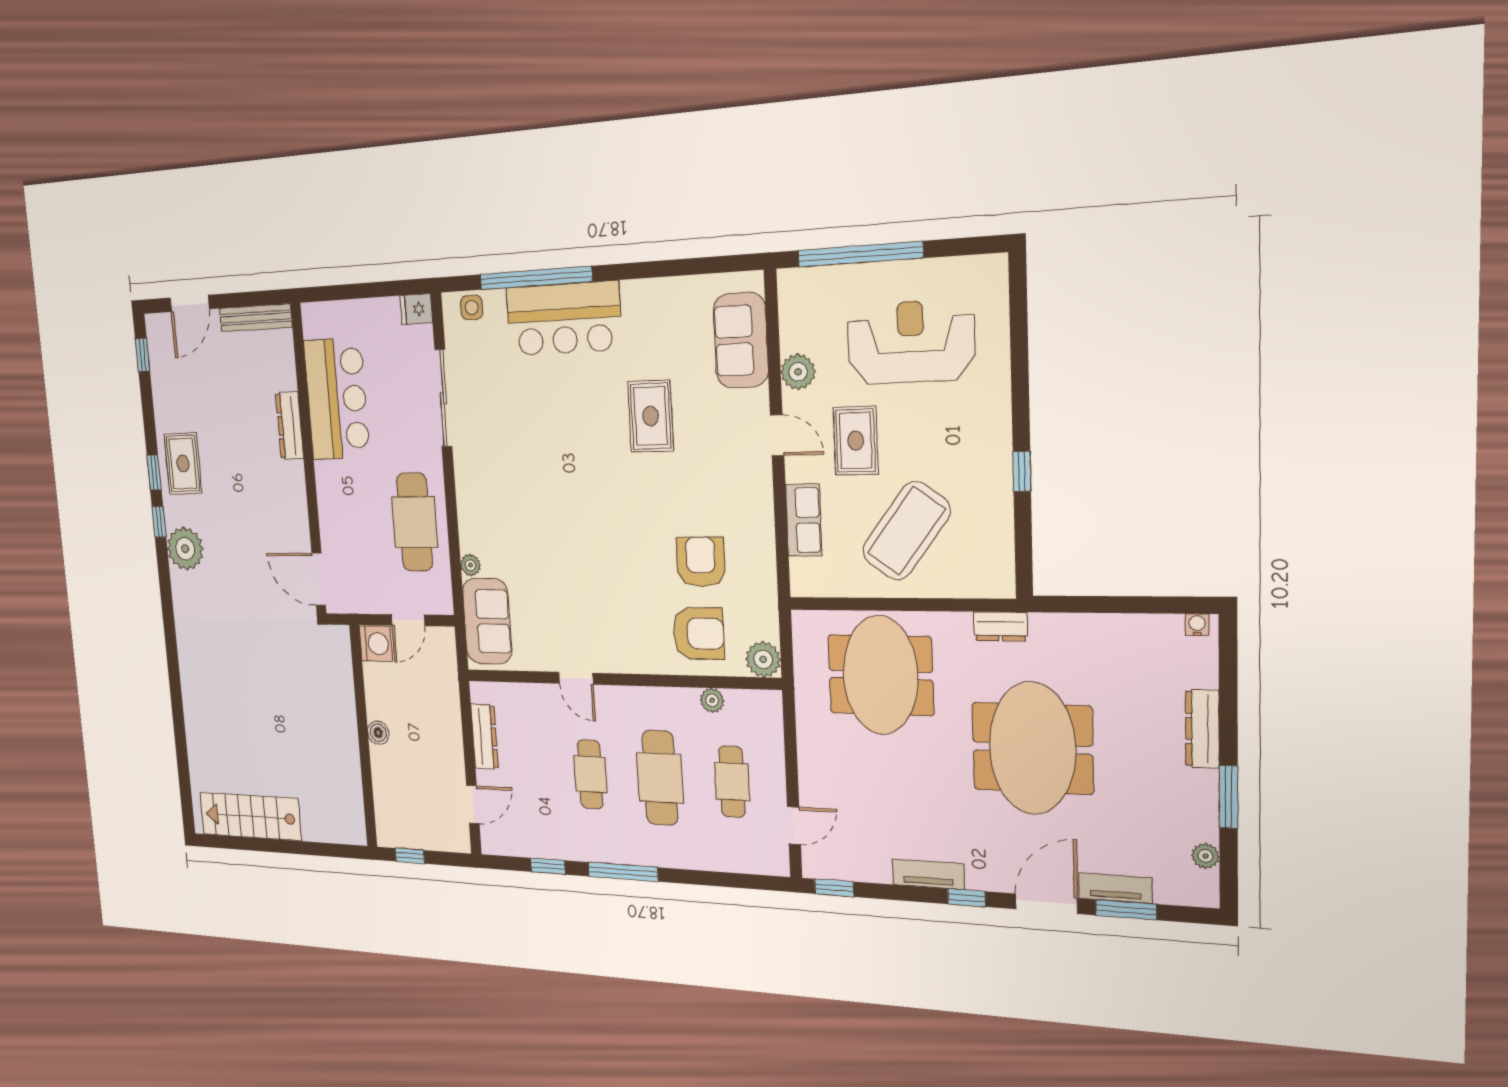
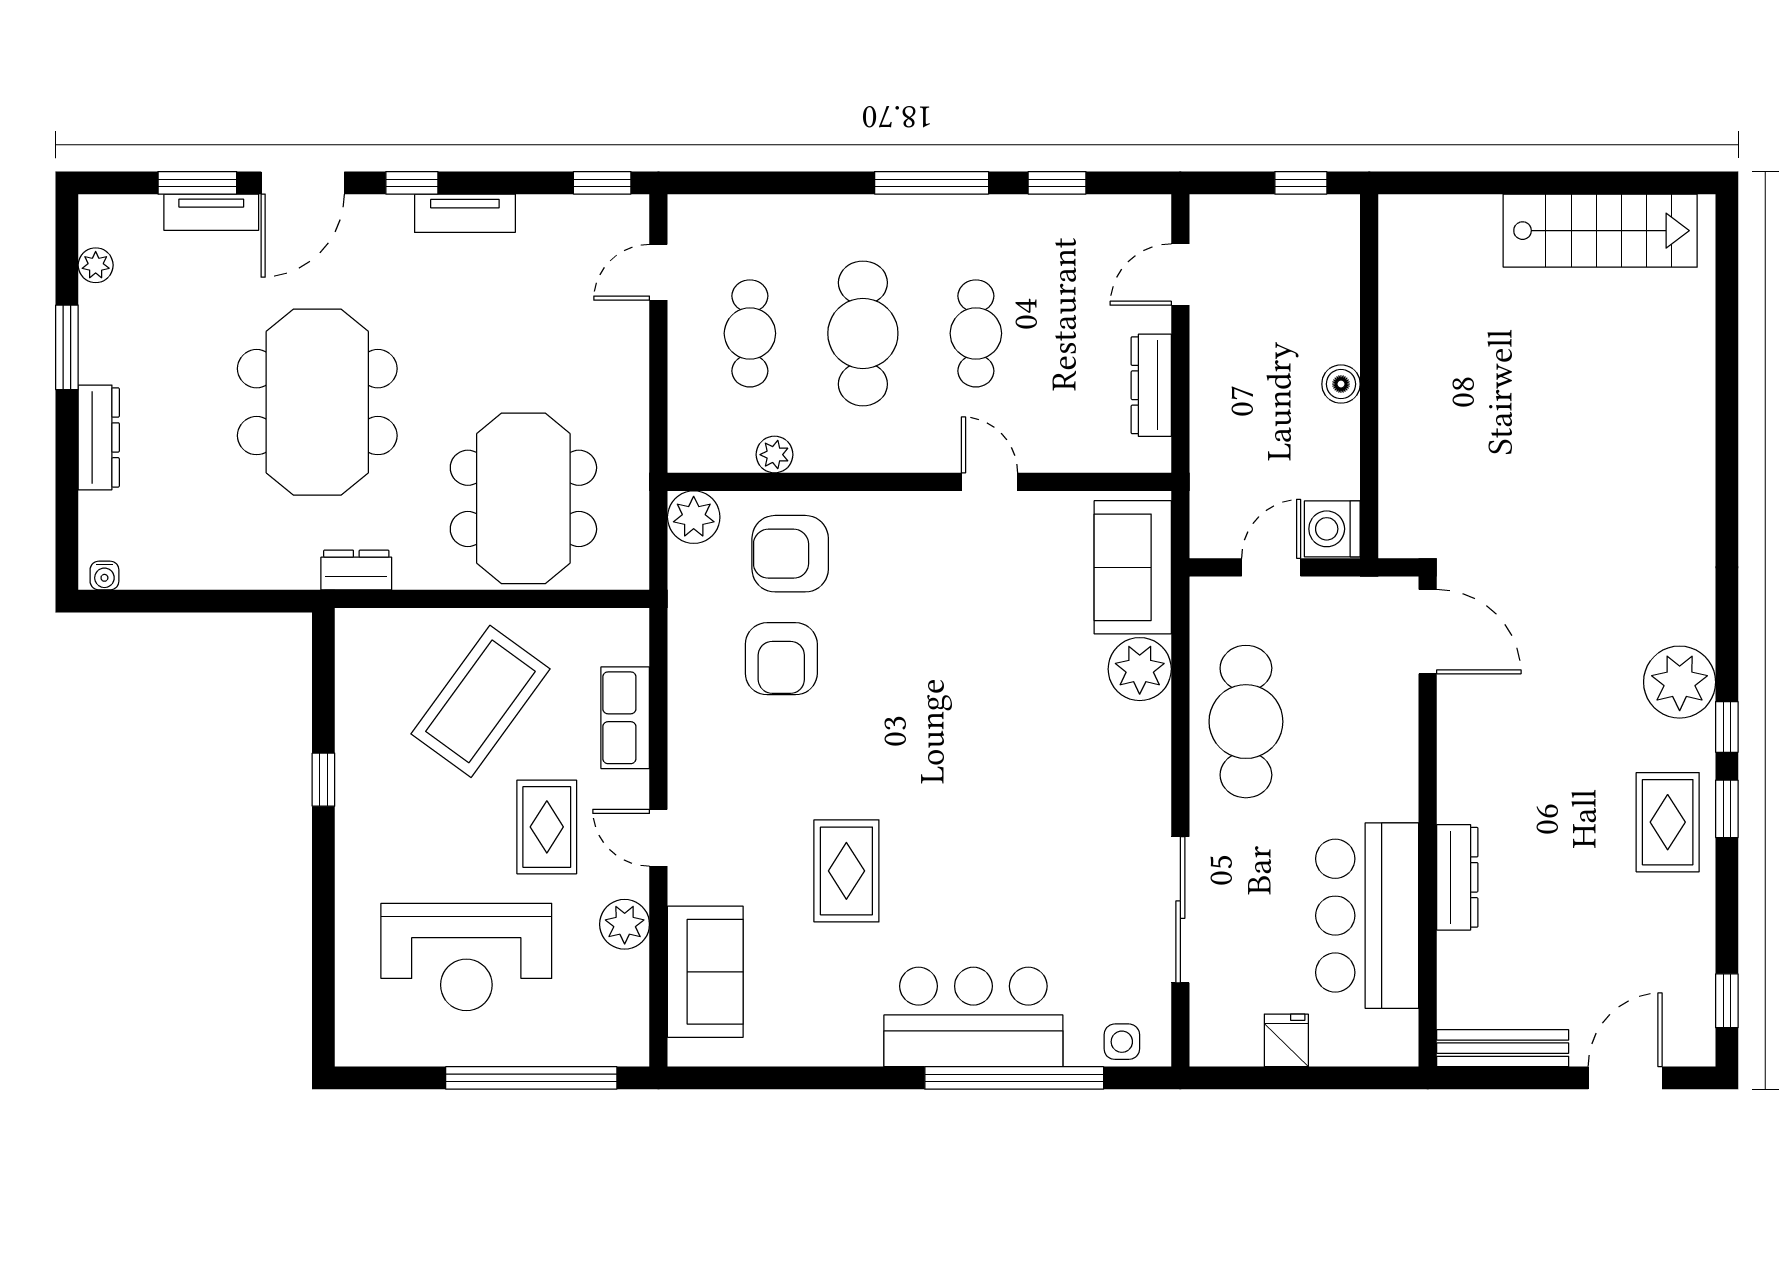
fridge: (416, 309) -> (1286, 1040), moved, turned -90
plant: (470, 565) -> (1140, 669), width x1.88, depth x1.88

